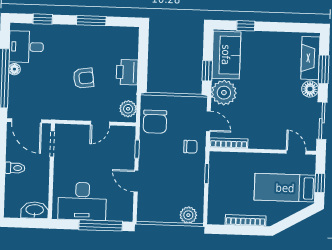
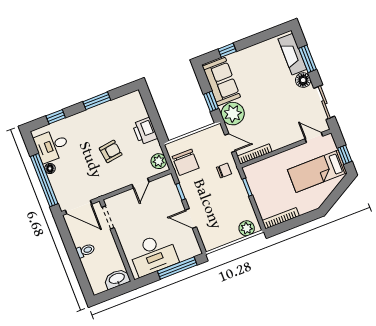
bookcase: (246, 220) -> (281, 218), moved

